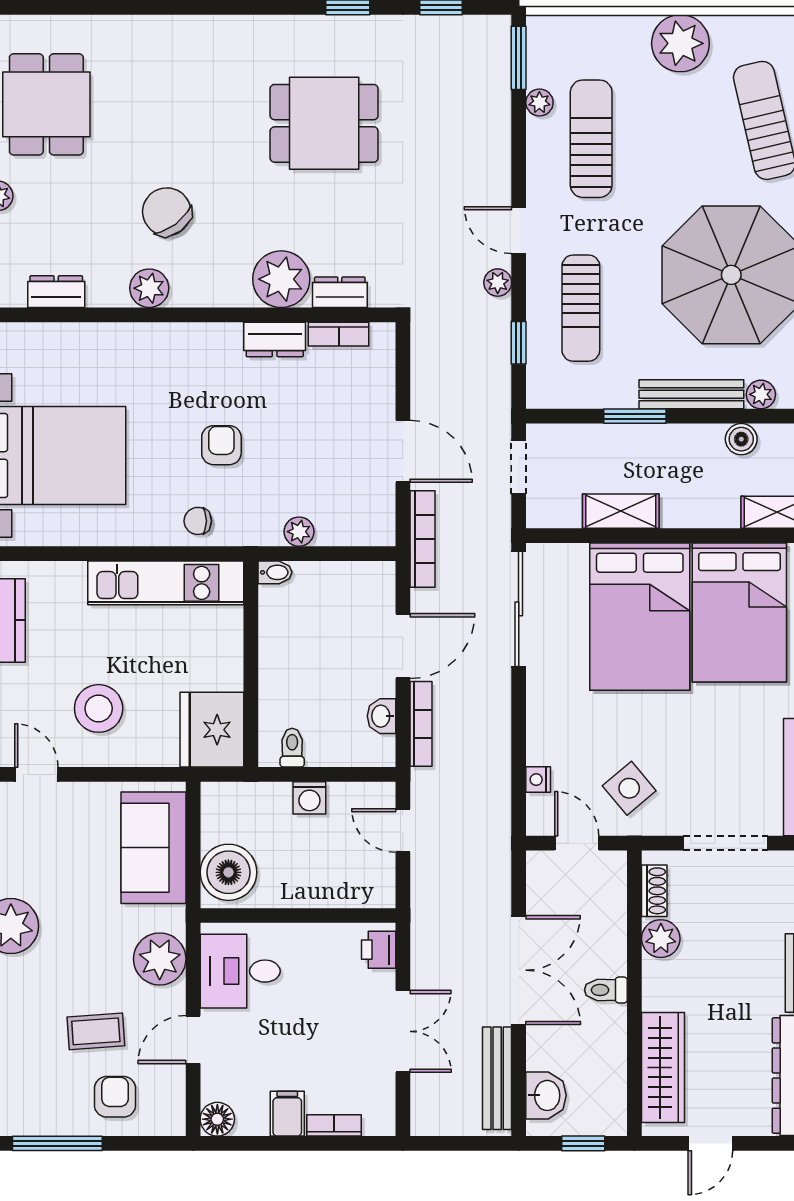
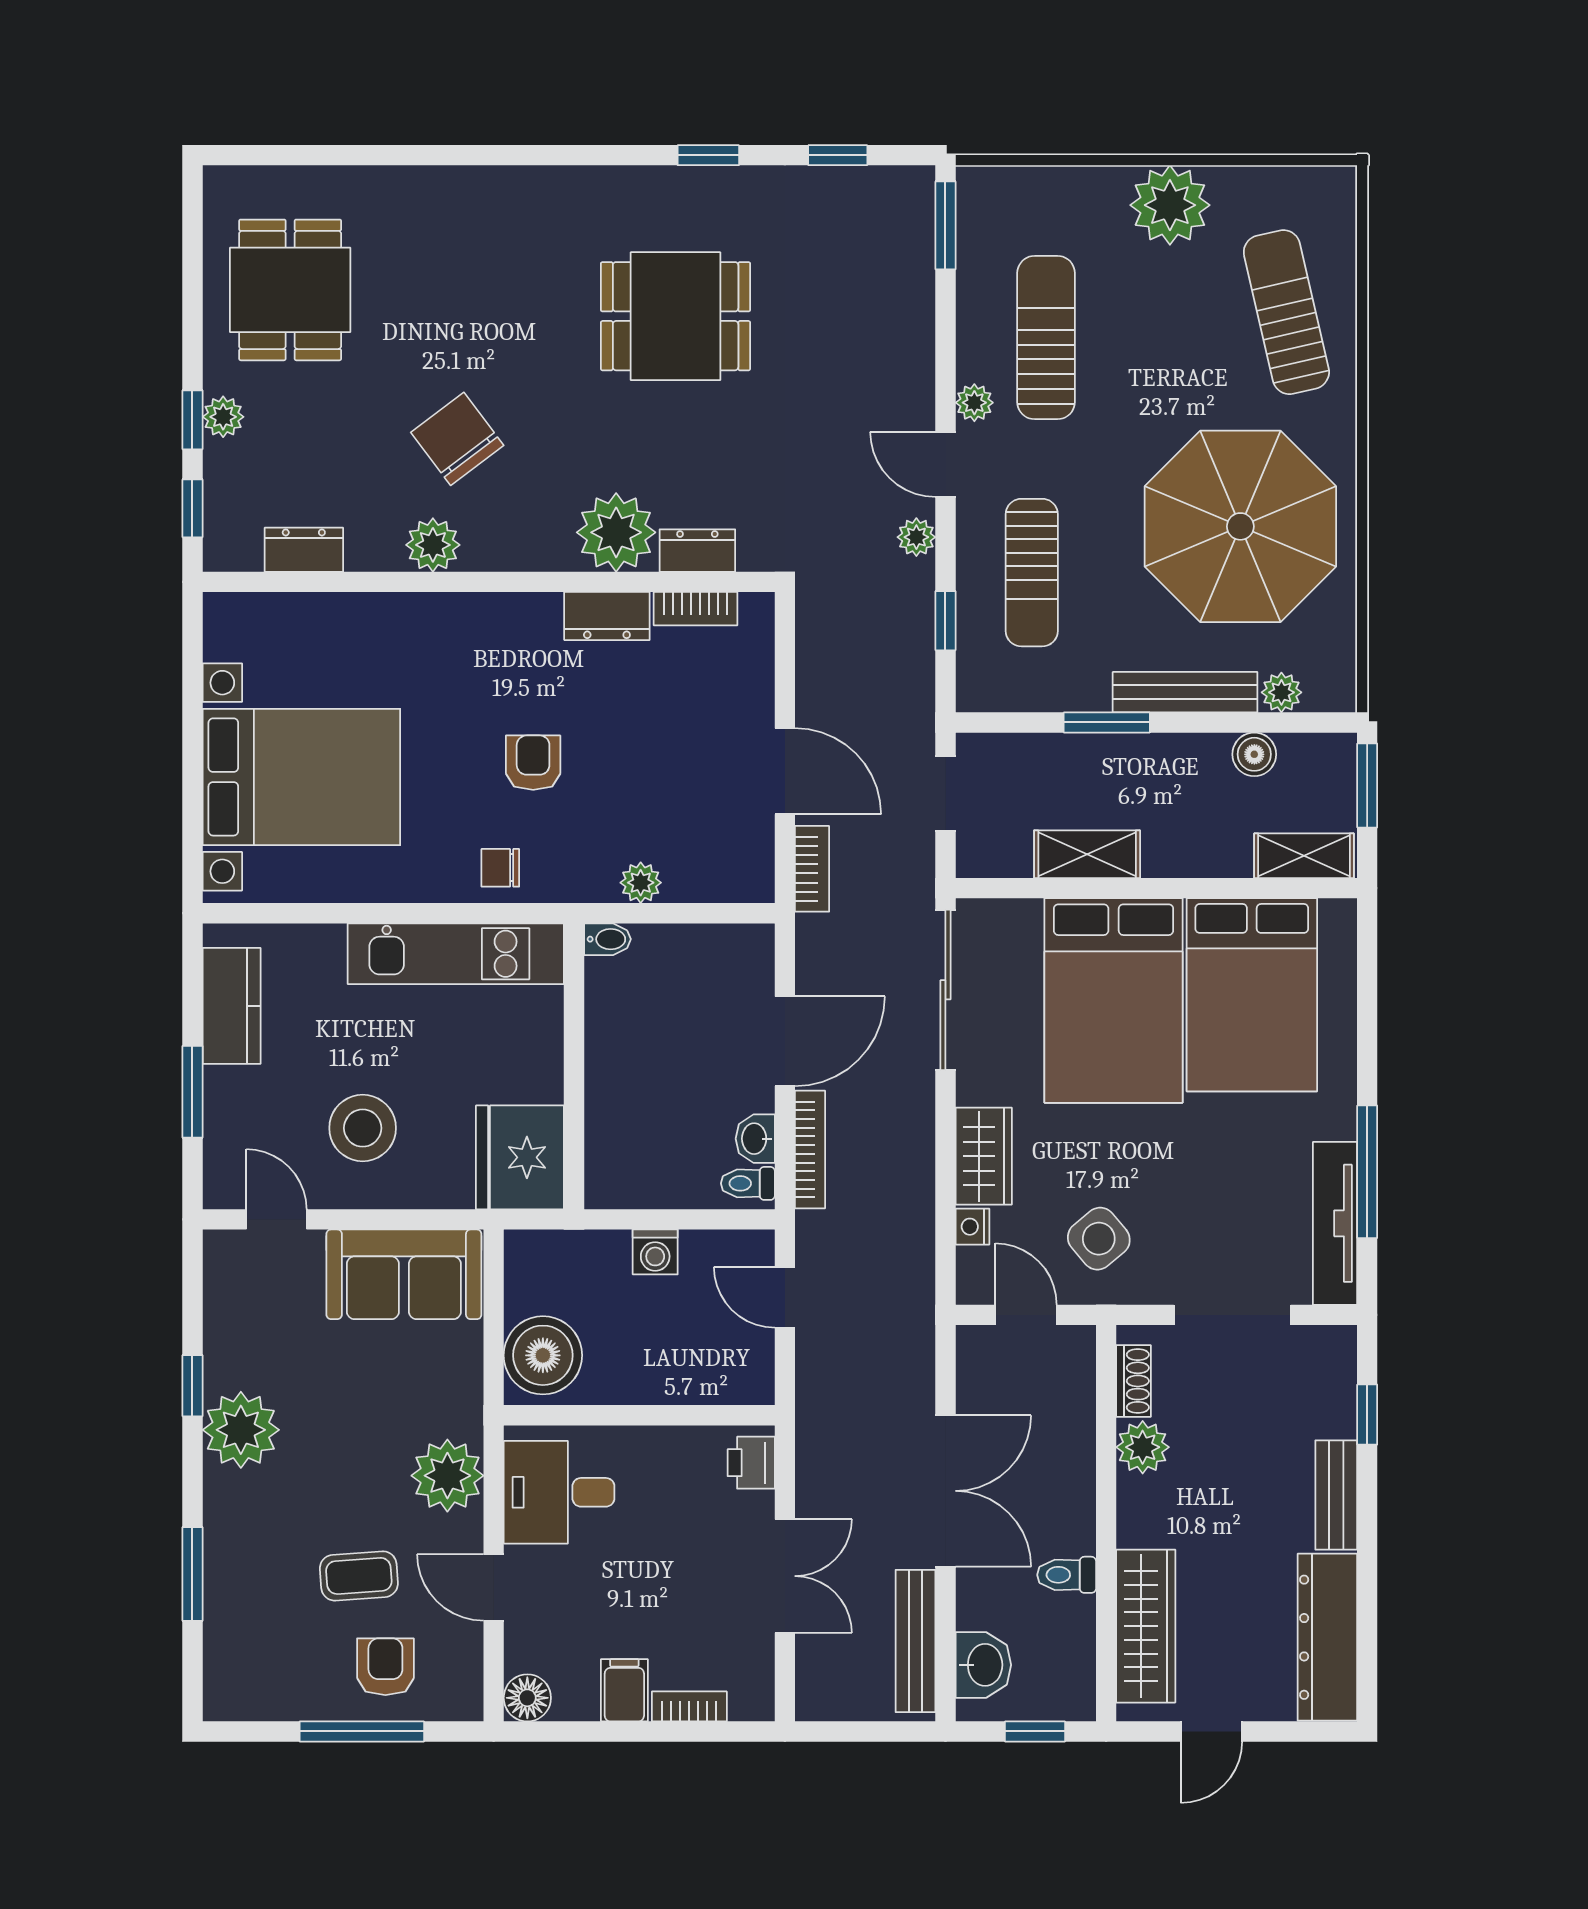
plant: (539, 103) -> (974, 403), moved
bookcase: (423, 539) -> (812, 869), width x0.64
wardrobe: (546, 729) -> (984, 1156), added
toilet: (292, 748) -> (748, 1183), moved, turned -90
sofa: (153, 848) -> (404, 1274), moved, turned -90
toilet: (606, 990) -> (1067, 1575), moved
door: (193, 1040) -> (494, 1587), hinge flipped
window: (57, 1143) -> (362, 1731), moved

